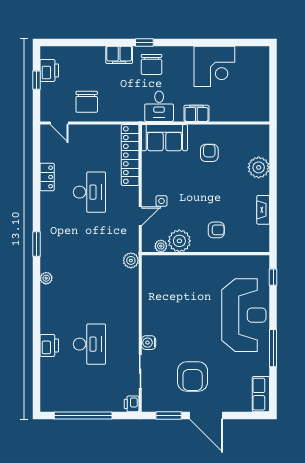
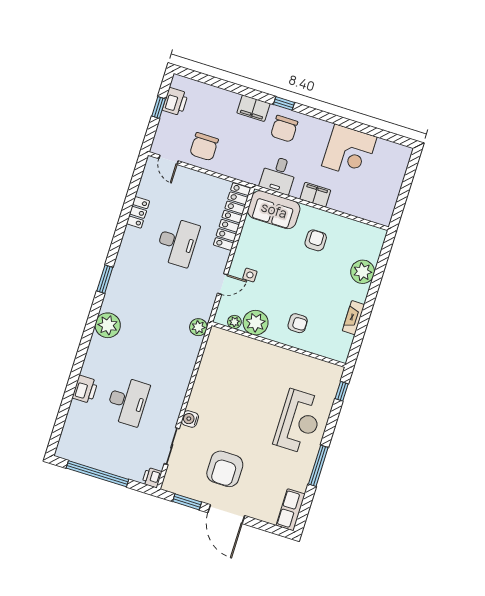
plant: (46, 278) -> (108, 325), width x1.88, depth x1.88
reception desk: (244, 315) -> (299, 422), width x0.74, depth x0.77

